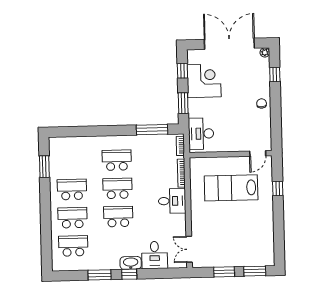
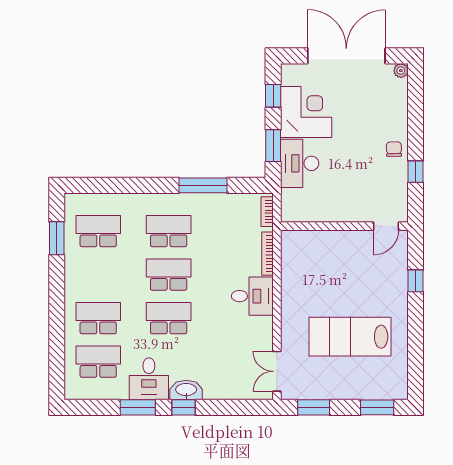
window: (275, 75) -> (416, 172), moved
window: (152, 130) -> (203, 185), moved
desk: (201, 134) -> (300, 163), moved
lab bench: (231, 188) -> (350, 337), moved
school desk: (72, 189) -> (98, 231), moved
desk: (155, 255) -> (149, 379), moved
window: (224, 272) -> (314, 407), moved

